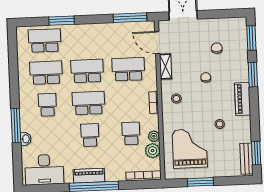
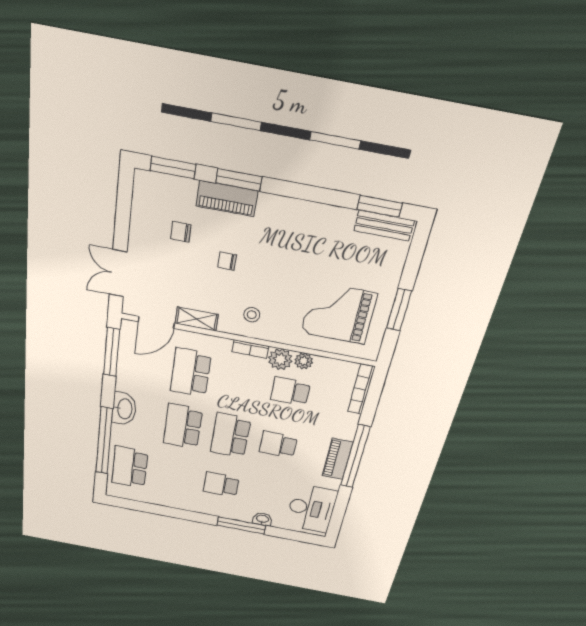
window: (62, 21) -> (104, 441), width x2.11
washbasin: (90, 31) -> (124, 409), added
school desk: (46, 73) -> (175, 476), removed
piano: (243, 99) -> (227, 199), moved
stool: (220, 124) -> (311, 257), removed
plant: (153, 151) -> (280, 359), moved

